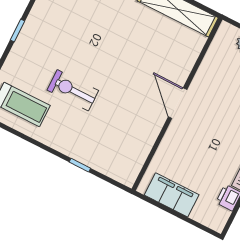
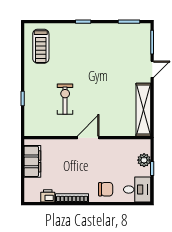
exercise bike: (73, 90) -> (65, 99), moved

